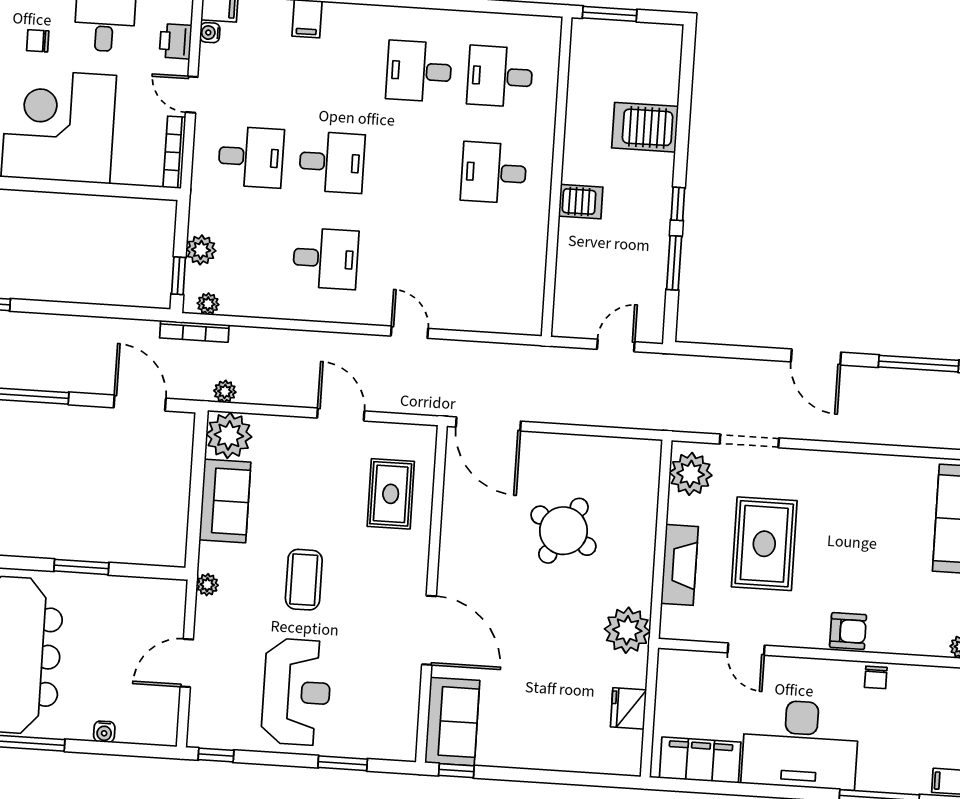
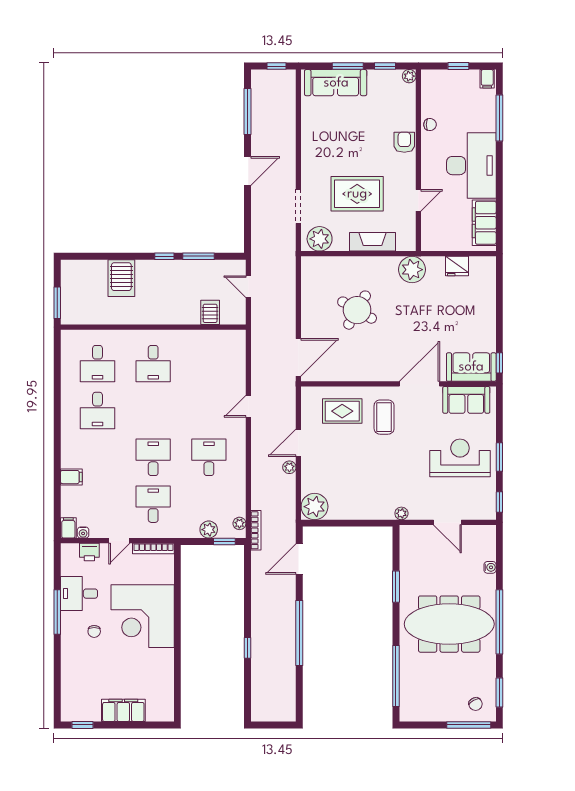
server rack: (581, 202) -> (210, 312), moved
plant: (225, 391) -> (289, 467), moved
sofa: (225, 501) -> (466, 400), moved, turned 180
coffee table: (304, 580) -> (384, 417), moved, turned 90
window: (343, 763) -> (499, 457), moved

